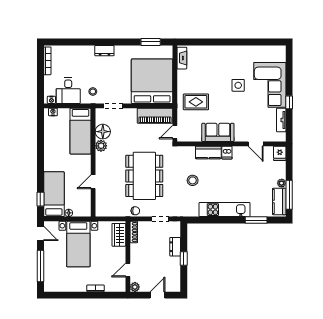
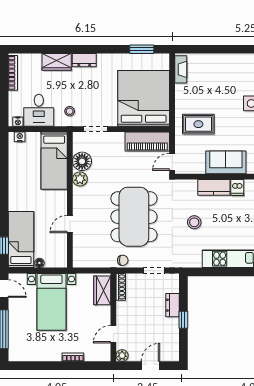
wardrobe: (82, 52) -> (57, 62), added

